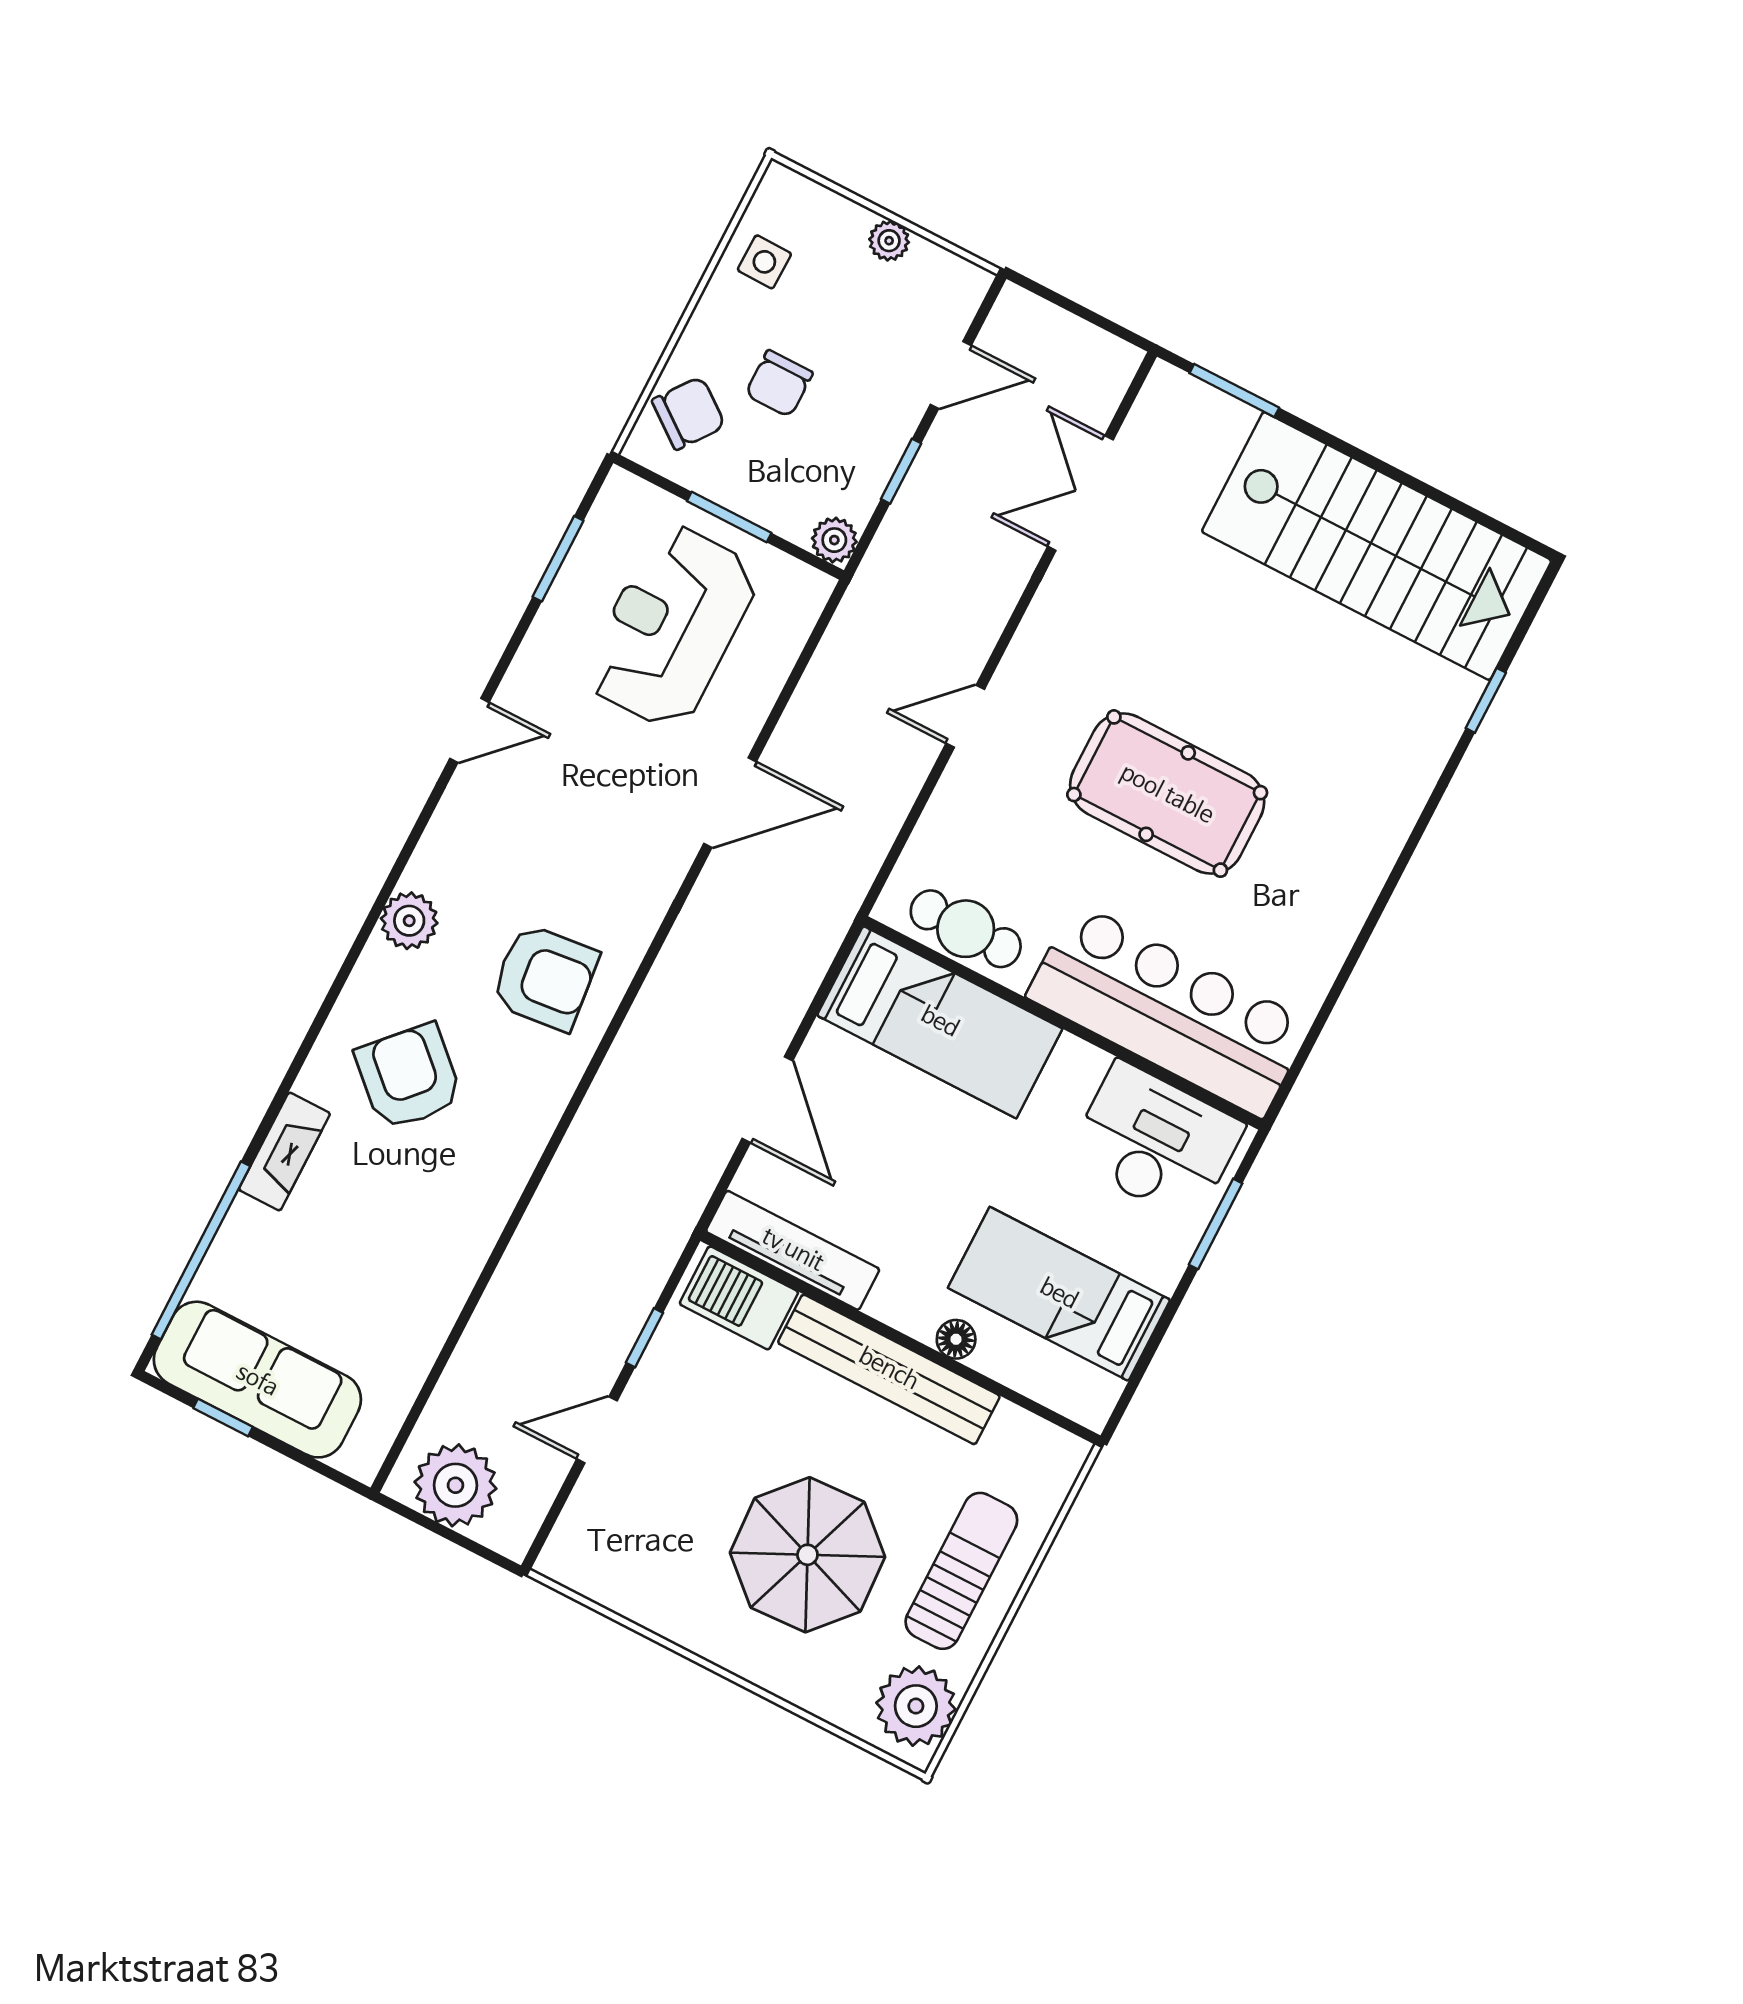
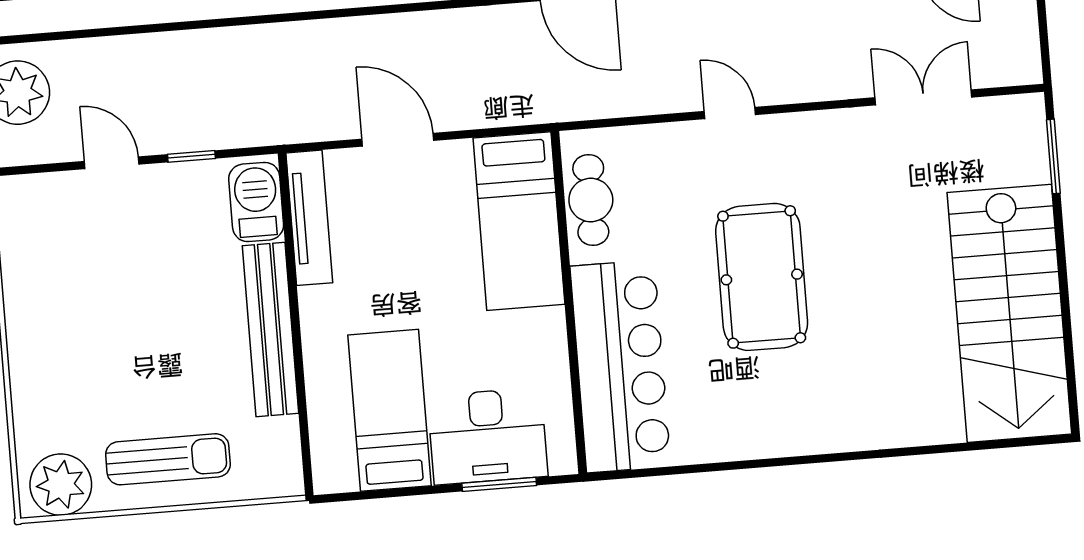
window: (1486, 700) -> (953, 448), removed
door: (767, 1100) -> (398, 140), swing flipped
desk: (1155, 1142) -> (488, 436), moved, turned 90
floor lamp: (956, 1339) -> (318, 361), removed
parasol: (807, 1555) -> (116, 352), removed

